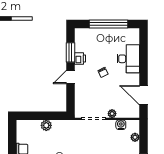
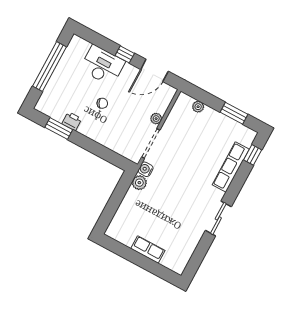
window: (144, 70) -> (125, 54), added
door: (71, 77) -> (87, 144), removed
plant: (46, 125) -> (139, 183), moved
water cooler: (121, 125) -> (146, 169), moved

